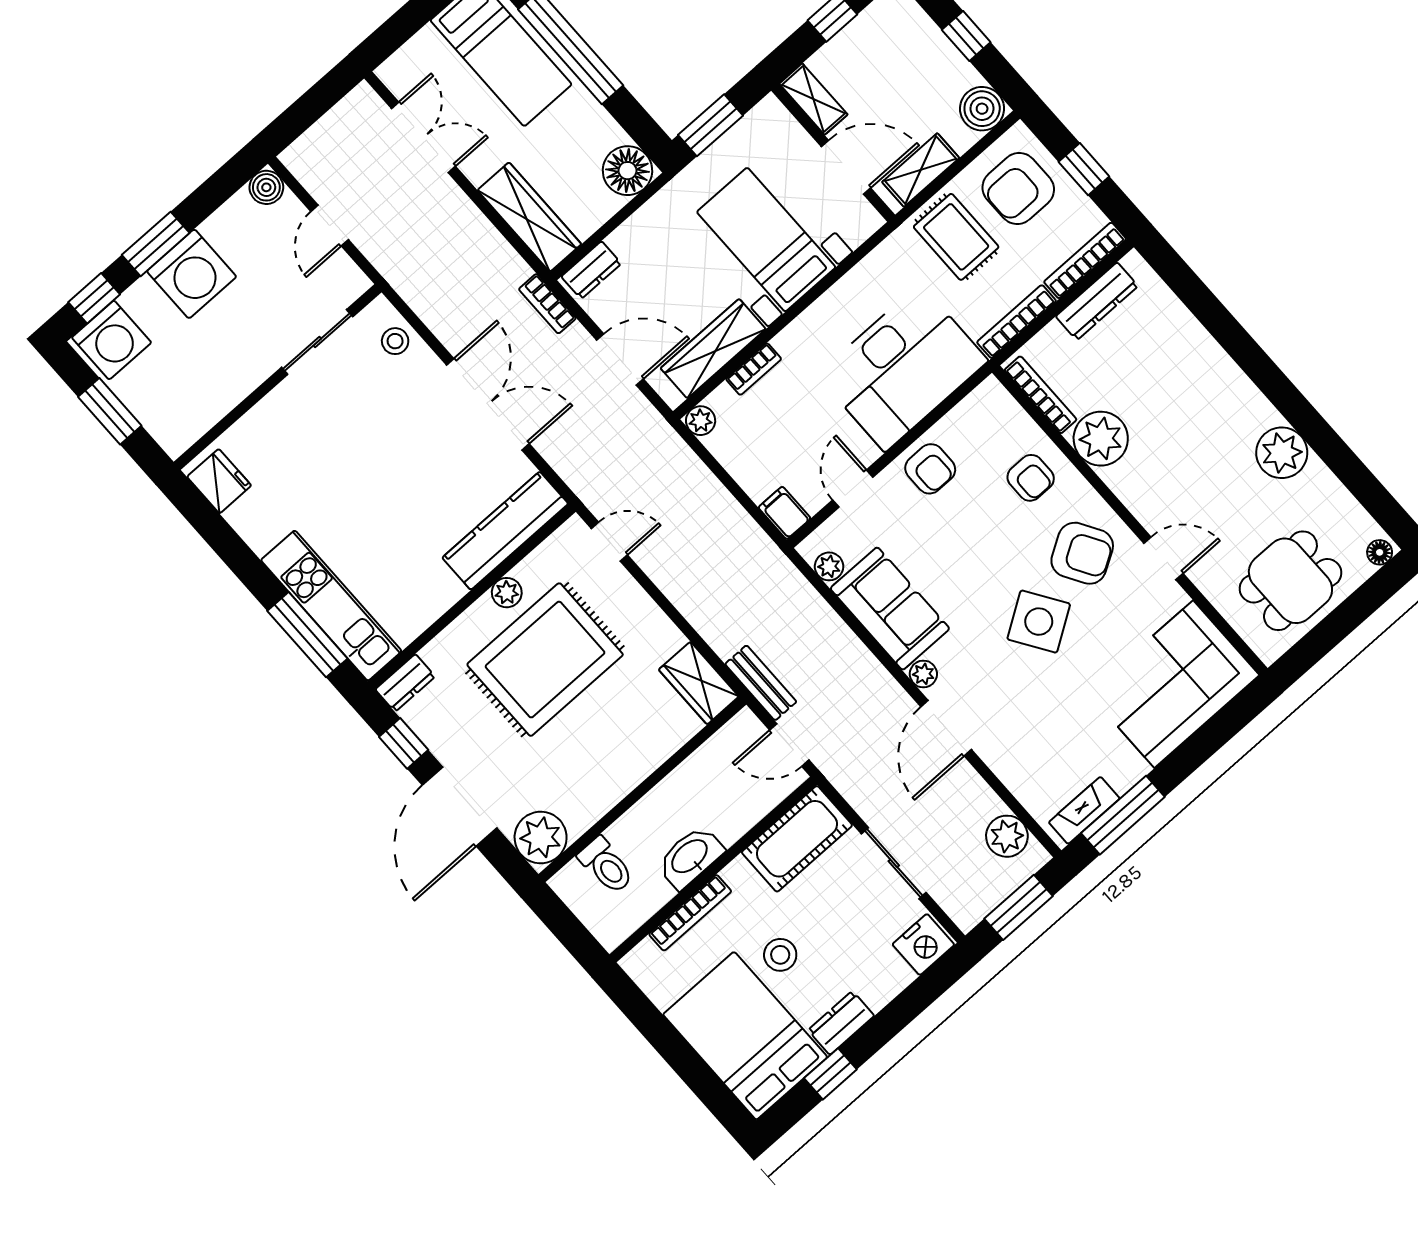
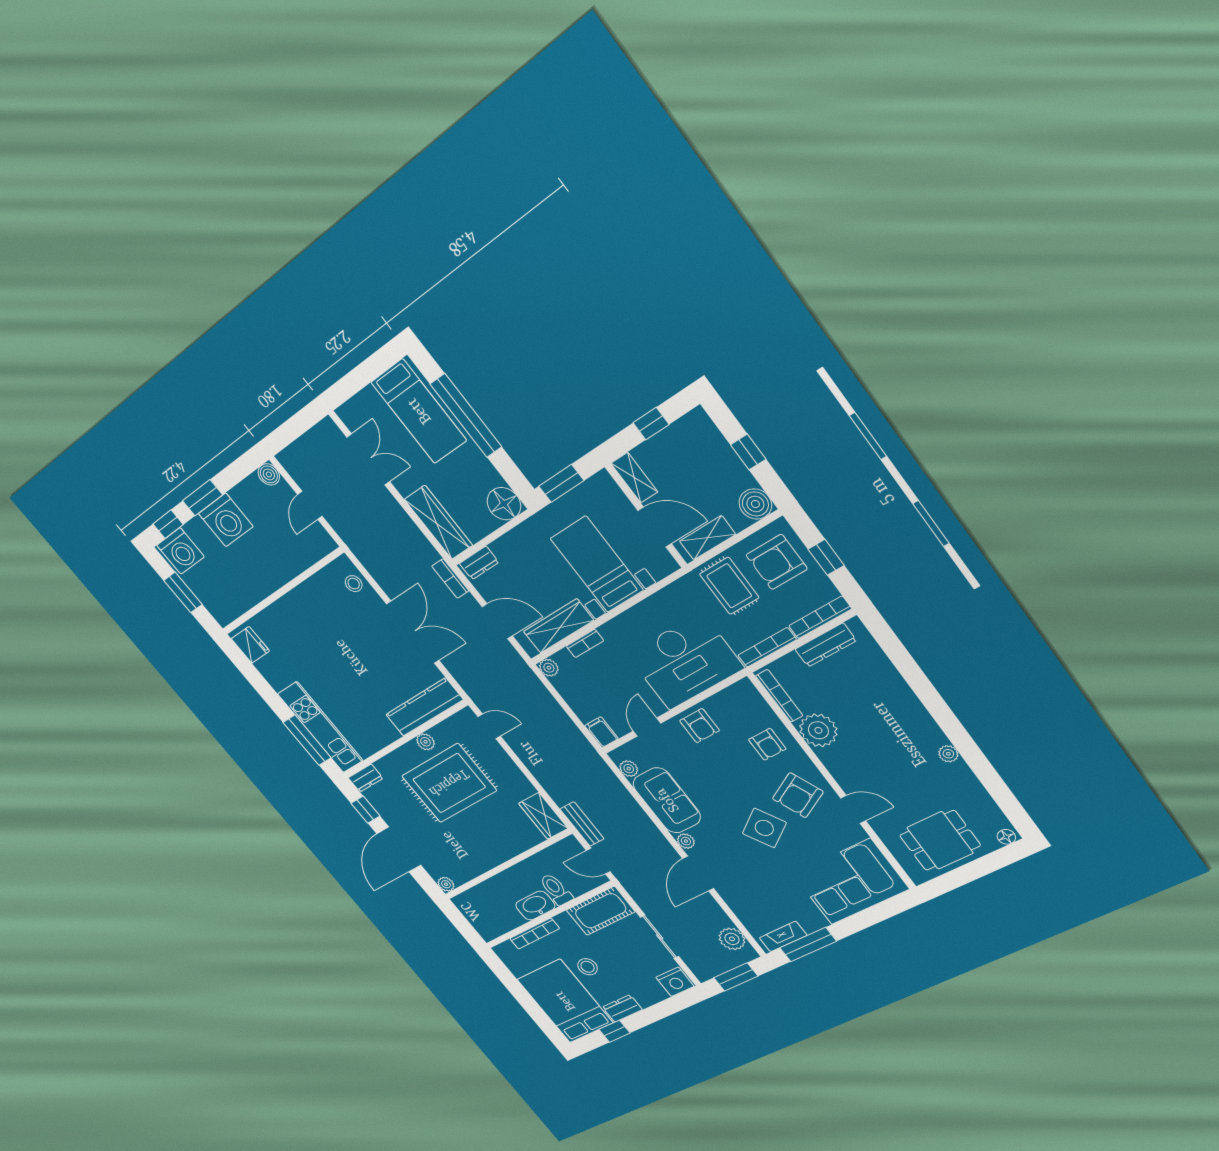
sliding door: (317, 342) -> (305, 575), removed
plant: (1282, 453) -> (948, 754), width x0.53, depth x0.53
armchair: (1082, 553) -> (798, 795), turned 95
plant: (541, 838) -> (446, 884), width x0.53, depth x0.53
toilet: (606, 865) -> (556, 889), moved, turned 180

